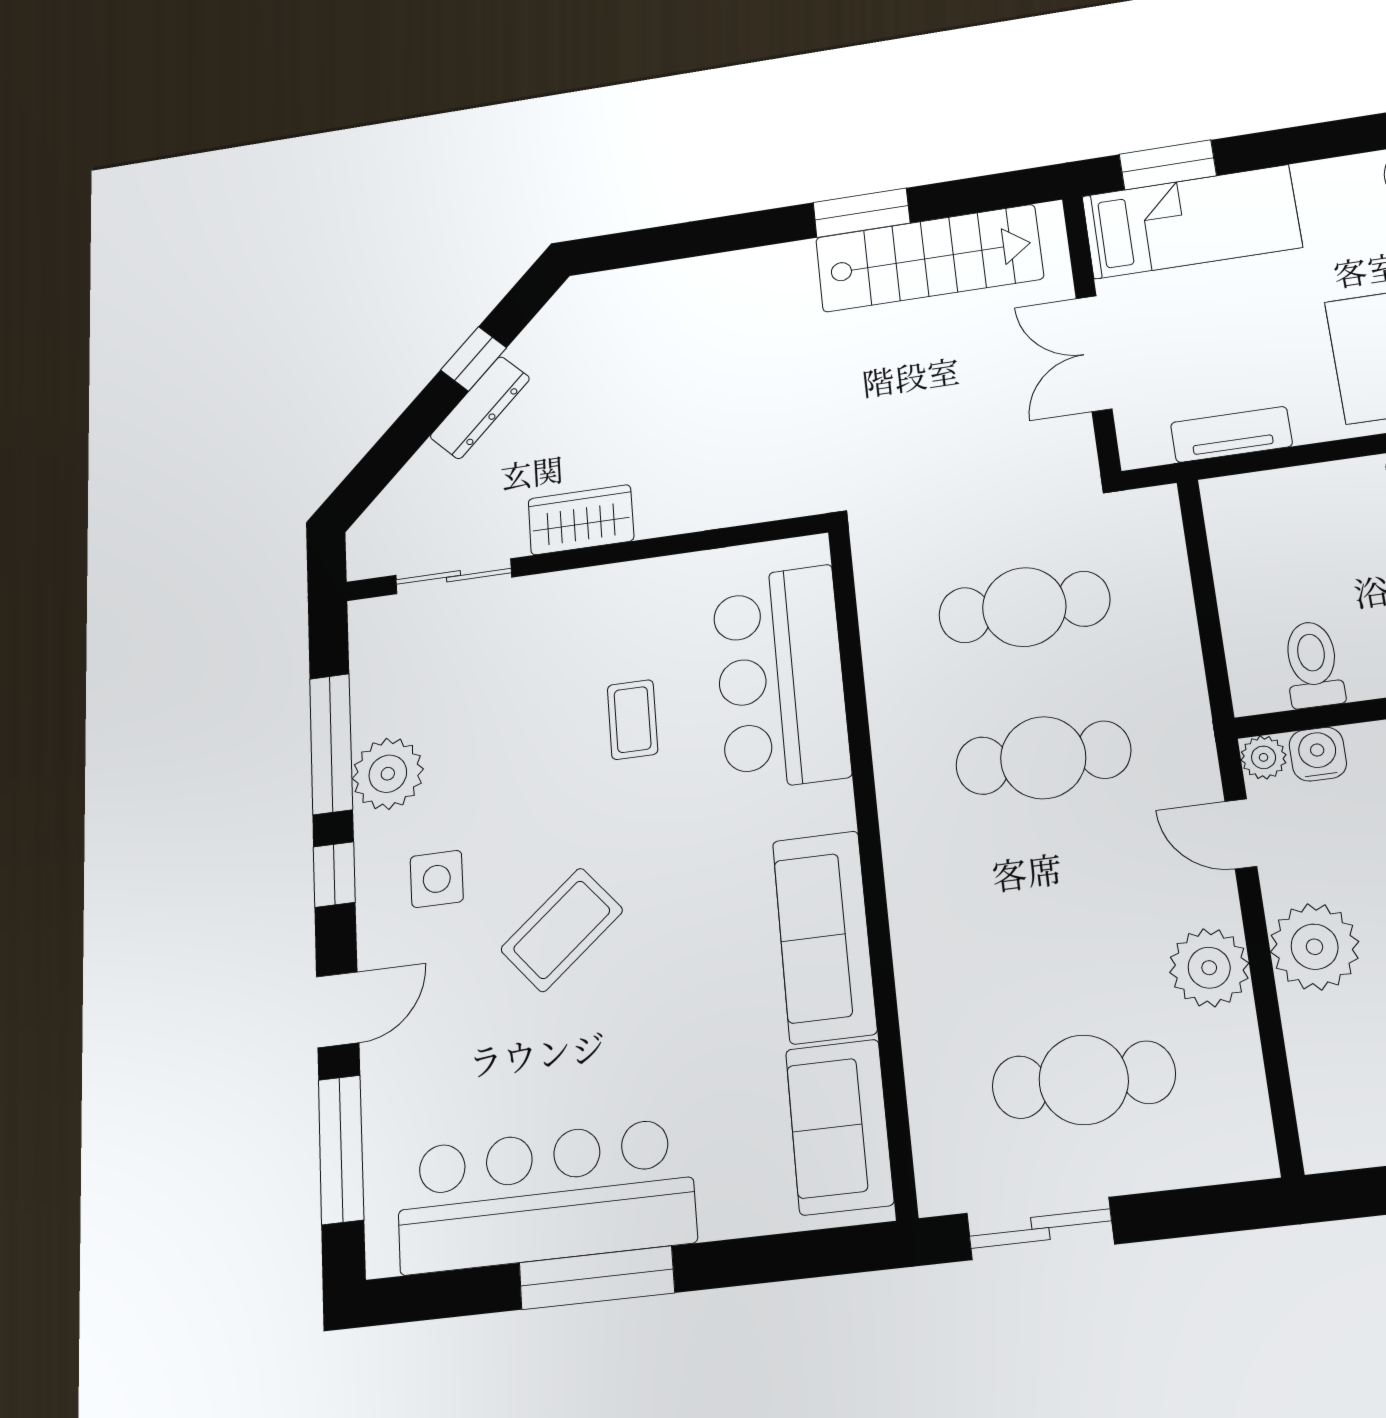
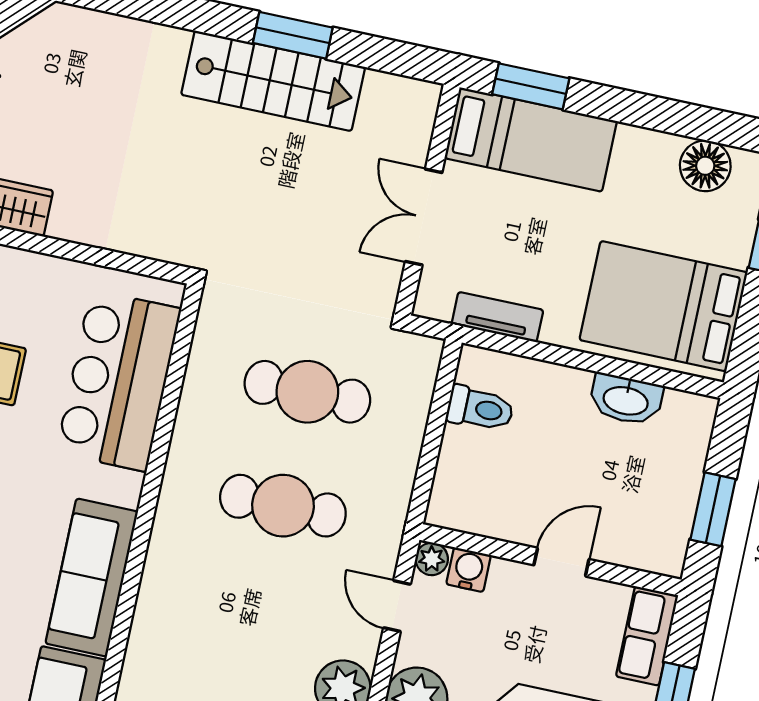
stairs: (929, 258) -> (273, 81), moved
toilet: (1313, 664) -> (480, 409), moved, turned 90

